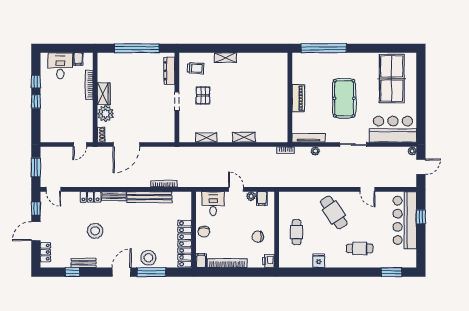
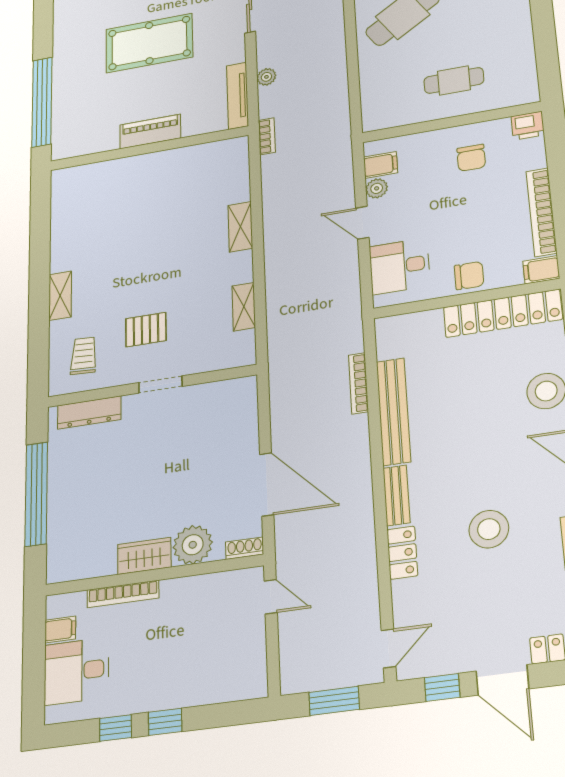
door: (236, 189) -> (362, 223), hinge flipped
fridge: (319, 261) -> (516, 24), removed

